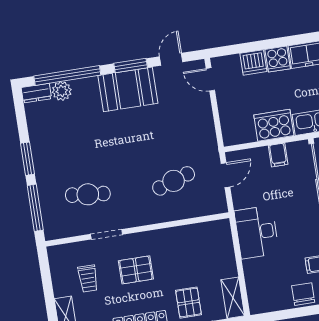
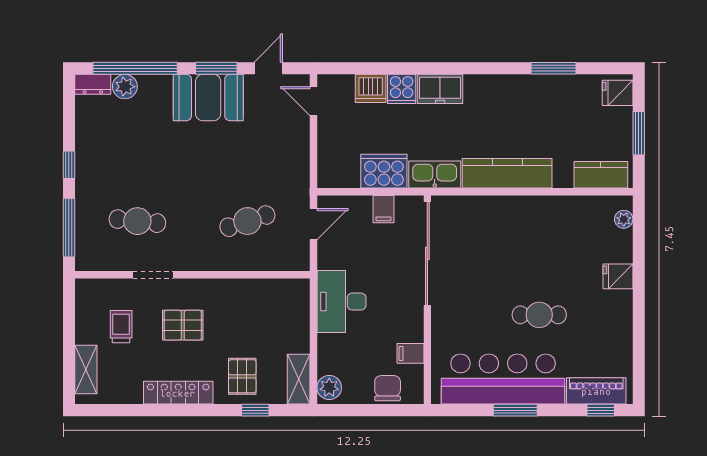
window: (28, 159) -> (69, 165), width x0.67
trolley: (88, 278) -> (121, 327), turned 180
plant: (258, 301) -> (329, 387), added

